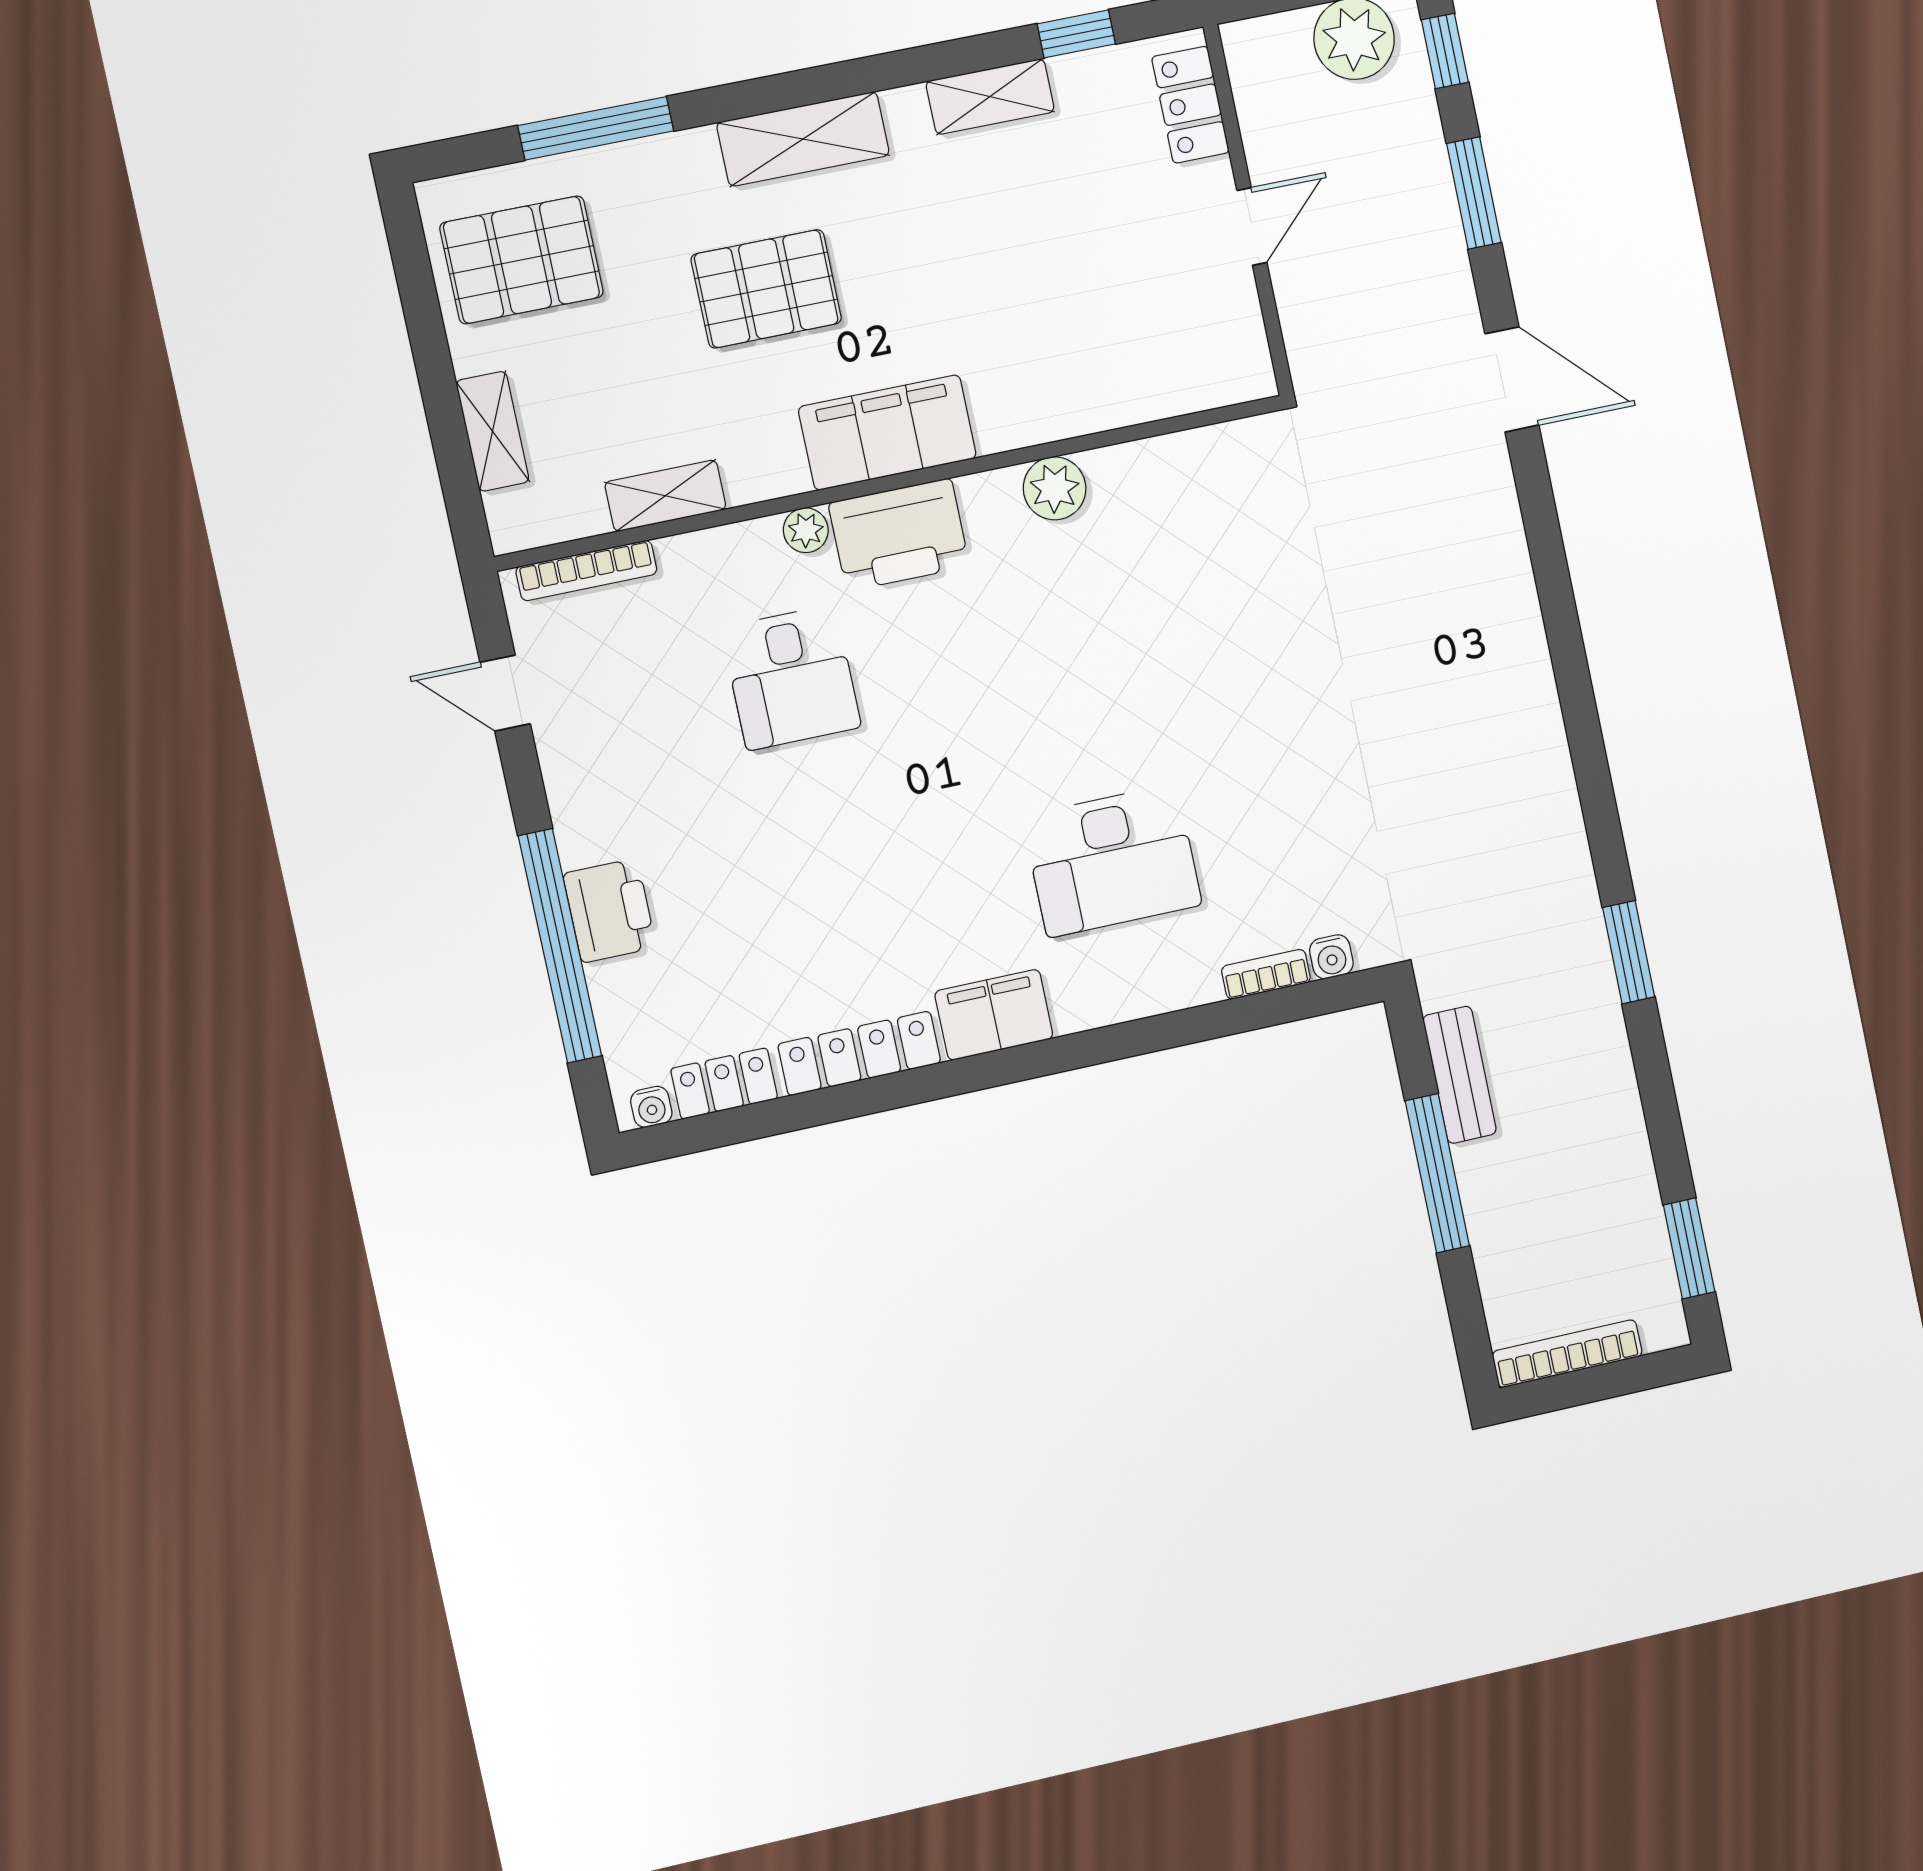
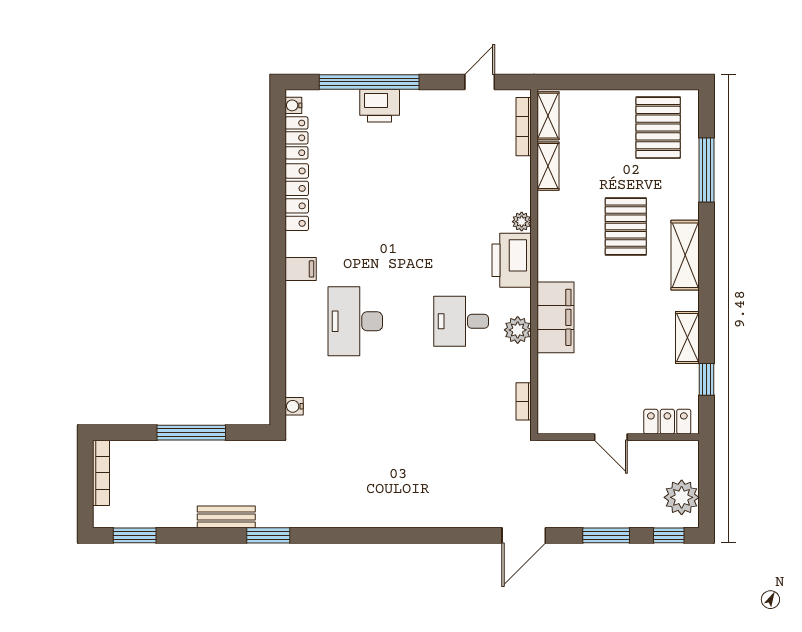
shelving: (493, 431) -> (548, 116), moved, turned 90
filing cabinet: (887, 433) -> (555, 317), moved
desk: (791, 678) -> (461, 321), moved
bookcase: (1266, 974) -> (524, 401), moved, turned 180
filing cabinet: (994, 1015) -> (301, 269), width x0.50
bench: (1460, 1075) -> (226, 517), moved

